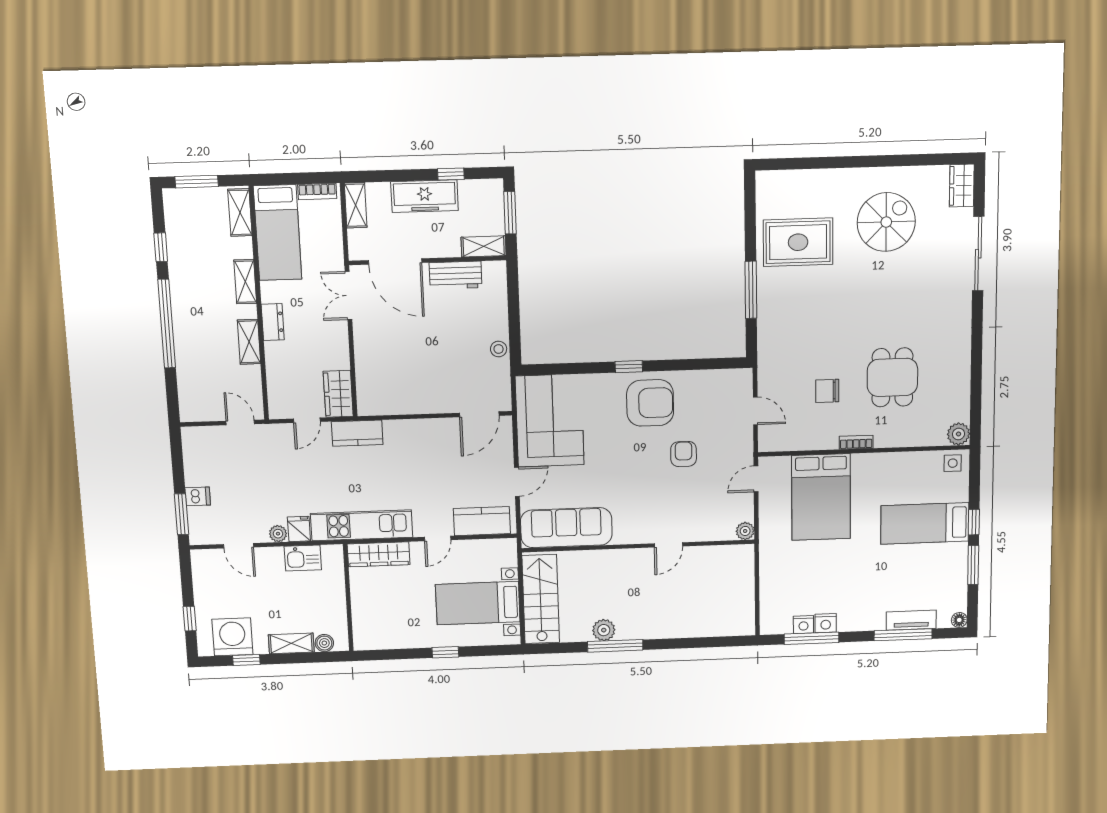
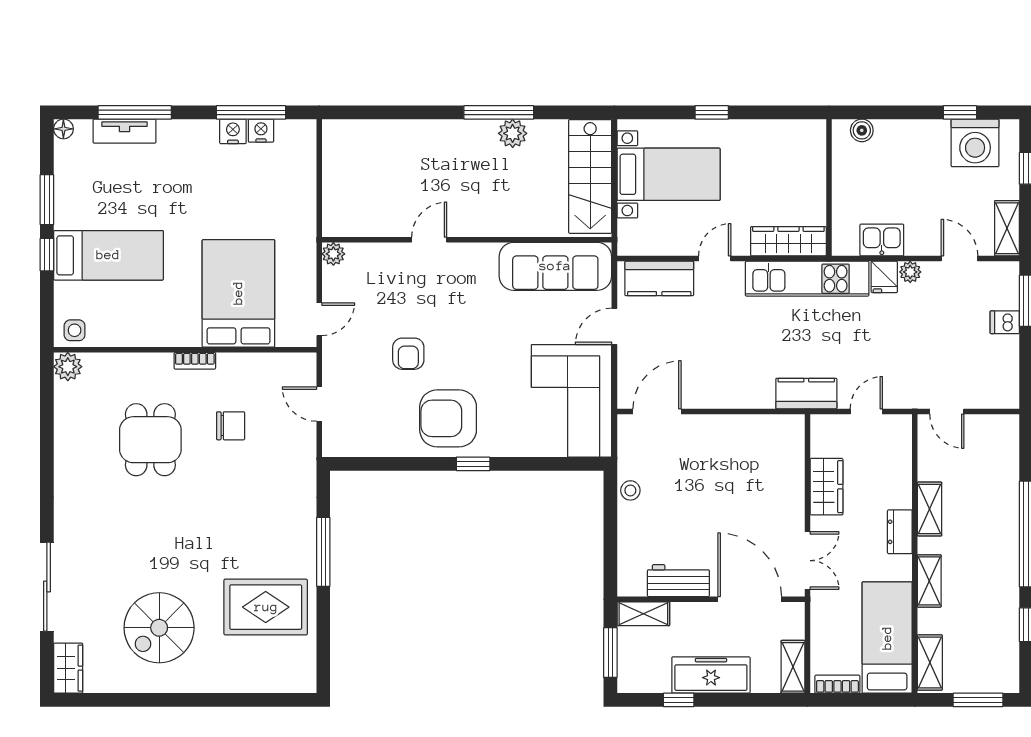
wardrobe: (338, 394) -> (827, 487), moved
shelving: (291, 643) -> (1007, 228), moved, turned 90

